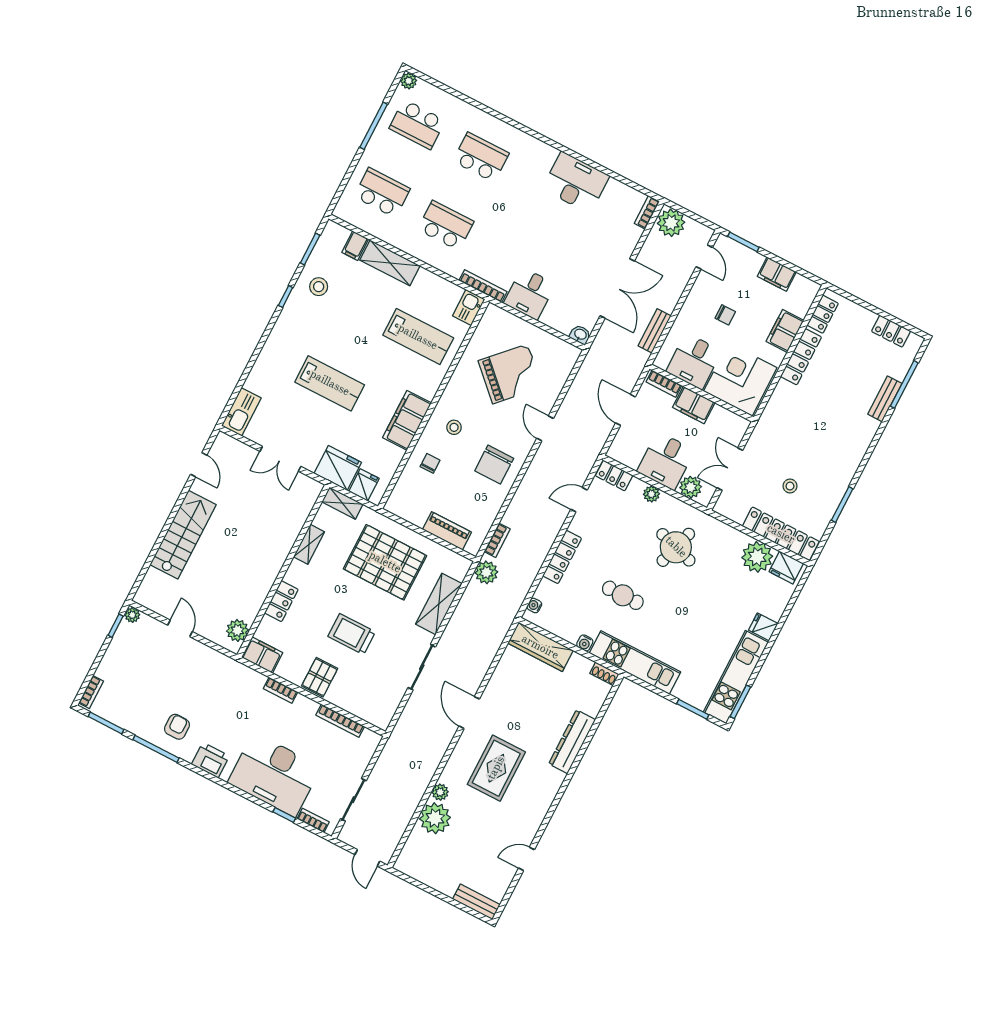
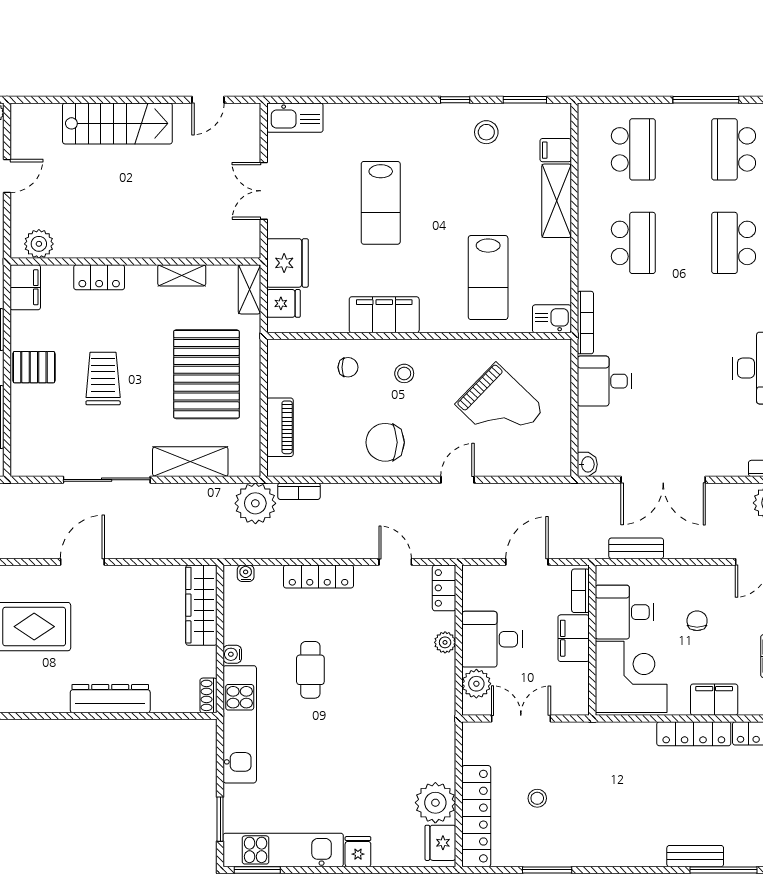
school desk: (481, 157) -> (734, 243), turned 180
chair: (725, 315) -> (697, 621), turned 180
round table: (676, 547) -> (398, 703), removed
plant: (486, 572) -> (255, 503), width x1.36, depth x1.36
sliding door: (422, 667) -> (107, 480), width x1.37

